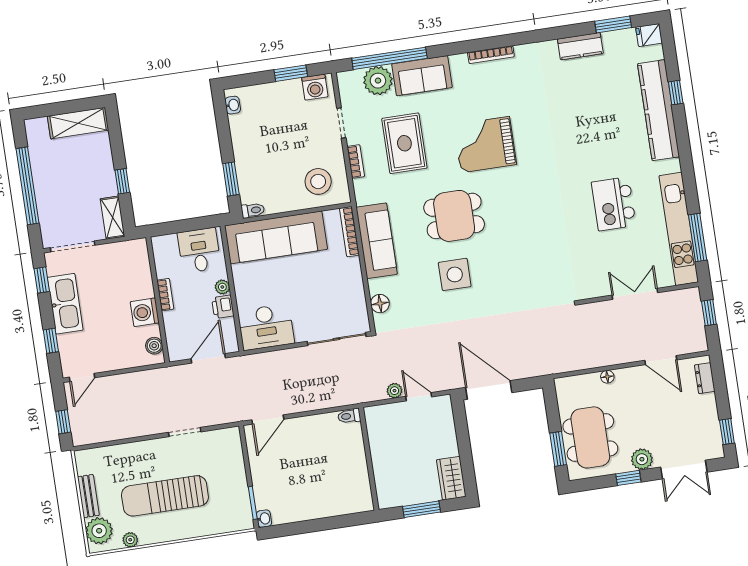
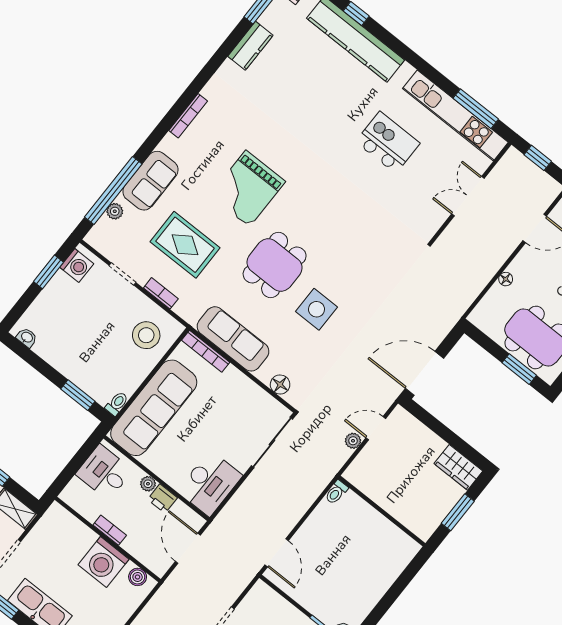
plant: (378, 81) -> (115, 211), width x0.53, depth x0.53
kitchen island: (614, 204) -> (388, 142), turned 180
washing machine: (145, 312) -> (104, 562), width x1.37, depth x1.37

